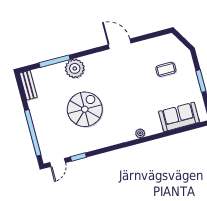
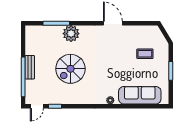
bench: (28, 85) -> (30, 67), moved
spiral stairs: (85, 109) -> (70, 69), turned 180
sofa: (179, 117) -> (140, 95), width x1.36

